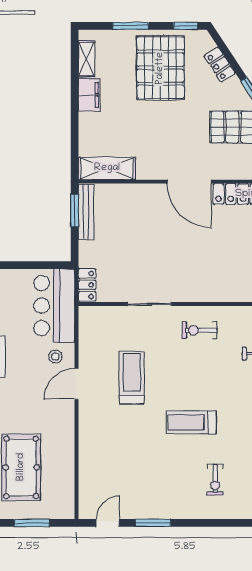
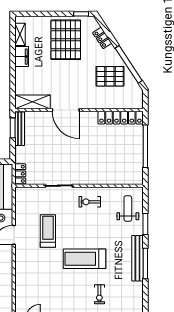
window: (131, 26) -> (47, 14), removed
door: (189, 182) -> (66, 110), moved
treadmill: (191, 422) -> (84, 259), width x1.37, depth x1.38

